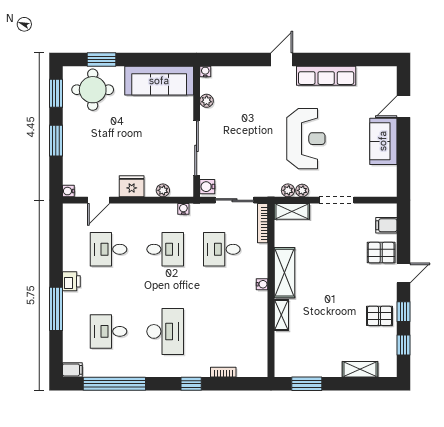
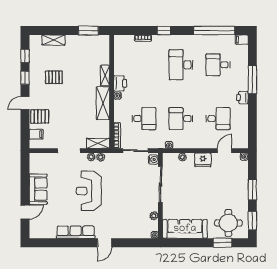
printer: (258, 303) -> (120, 83), added
pallet: (379, 316) -> (54, 77), moved
desk: (109, 331) -> (218, 65), turned 180

